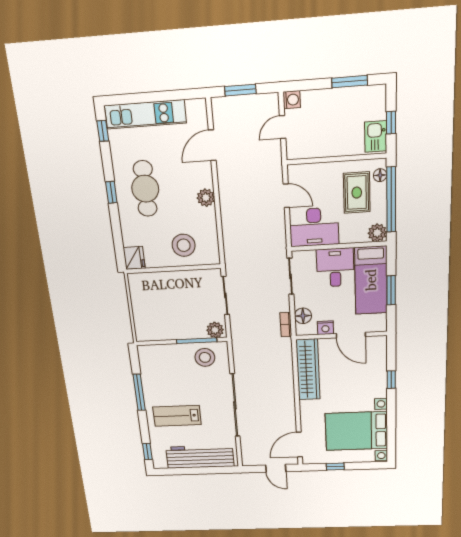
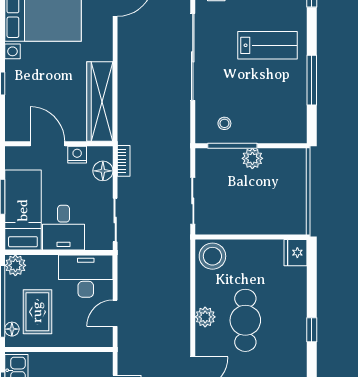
cafe table: (145, 189) -> (245, 320), moved
door: (286, 196) -> (115, 313), hinge flipped
stool: (184, 245) -> (212, 256), moved
plant: (215, 330) -> (252, 158), moved
stool: (205, 357) -> (224, 123), width x0.53, depth x0.53

